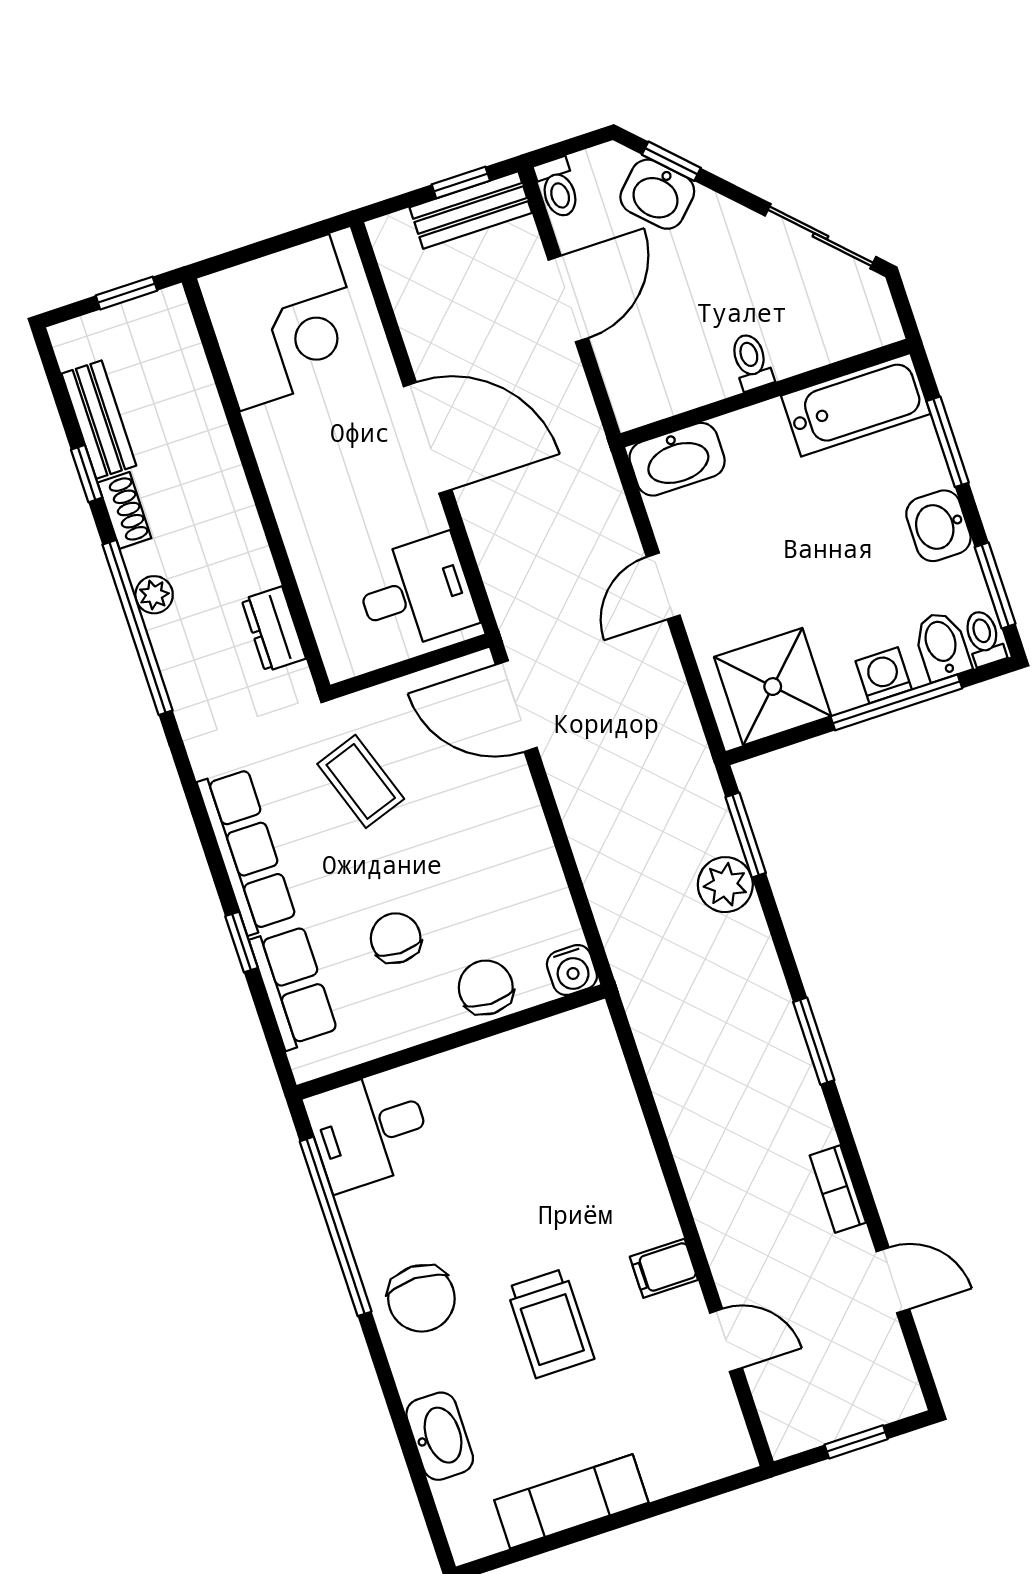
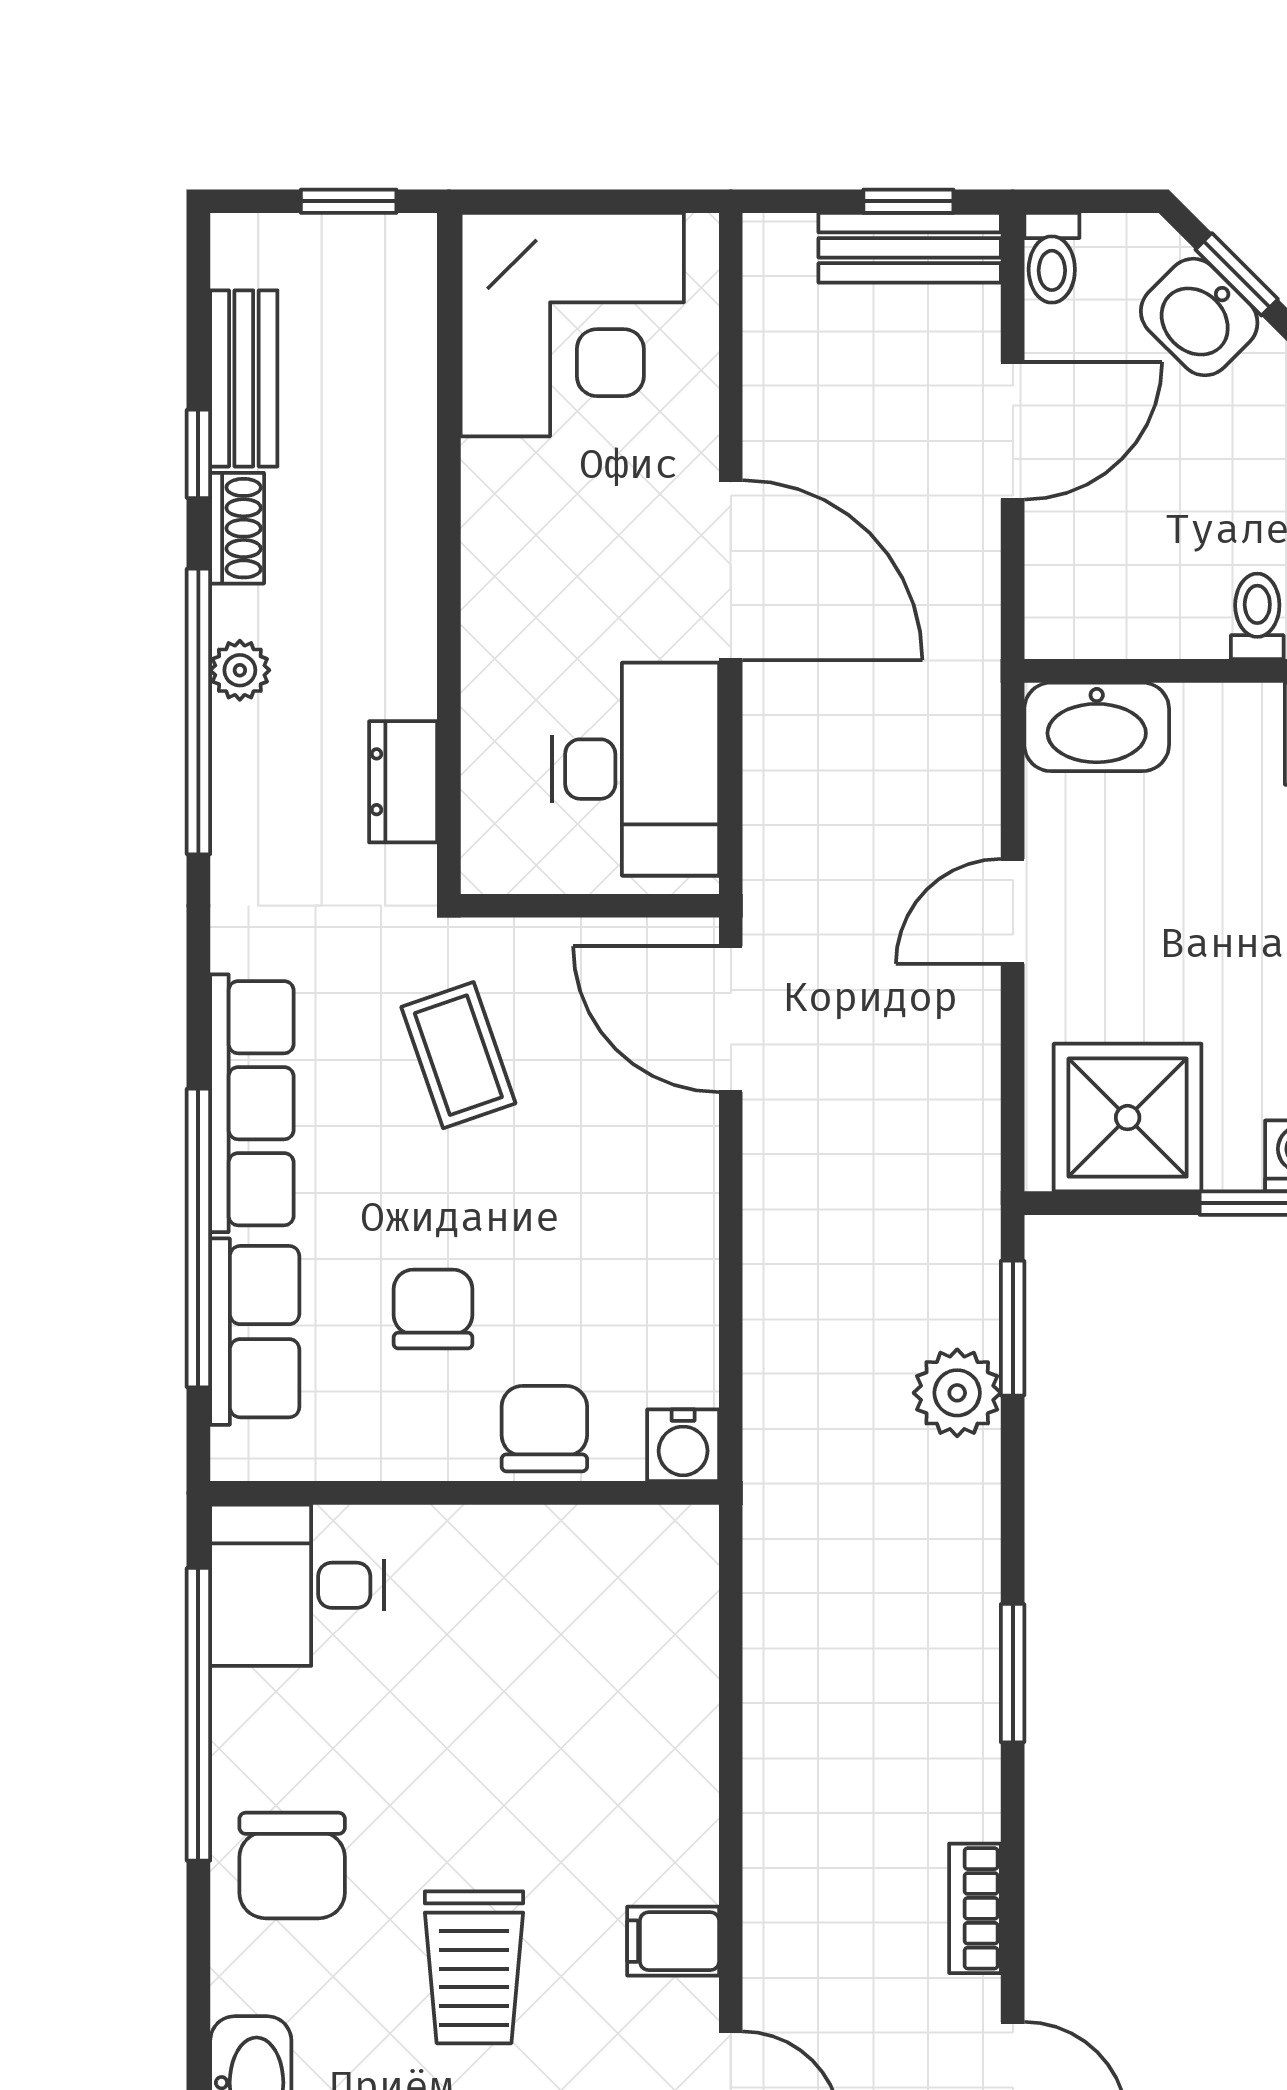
desk: (416, 593) -> (635, 769), width x1.37
window: (242, 942) -> (198, 1238), width x3.17

